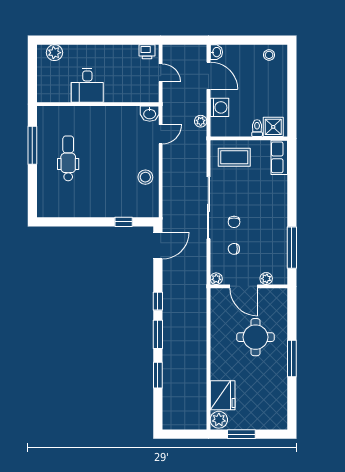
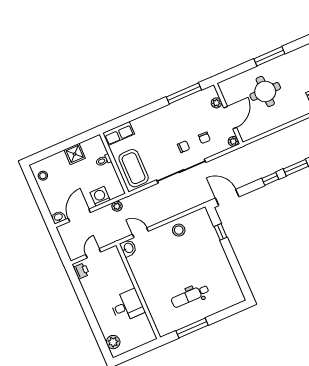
shower: (273, 127) -> (75, 154), moved
coffee table: (234, 157) -> (134, 168), width x1.36, depth x1.32

